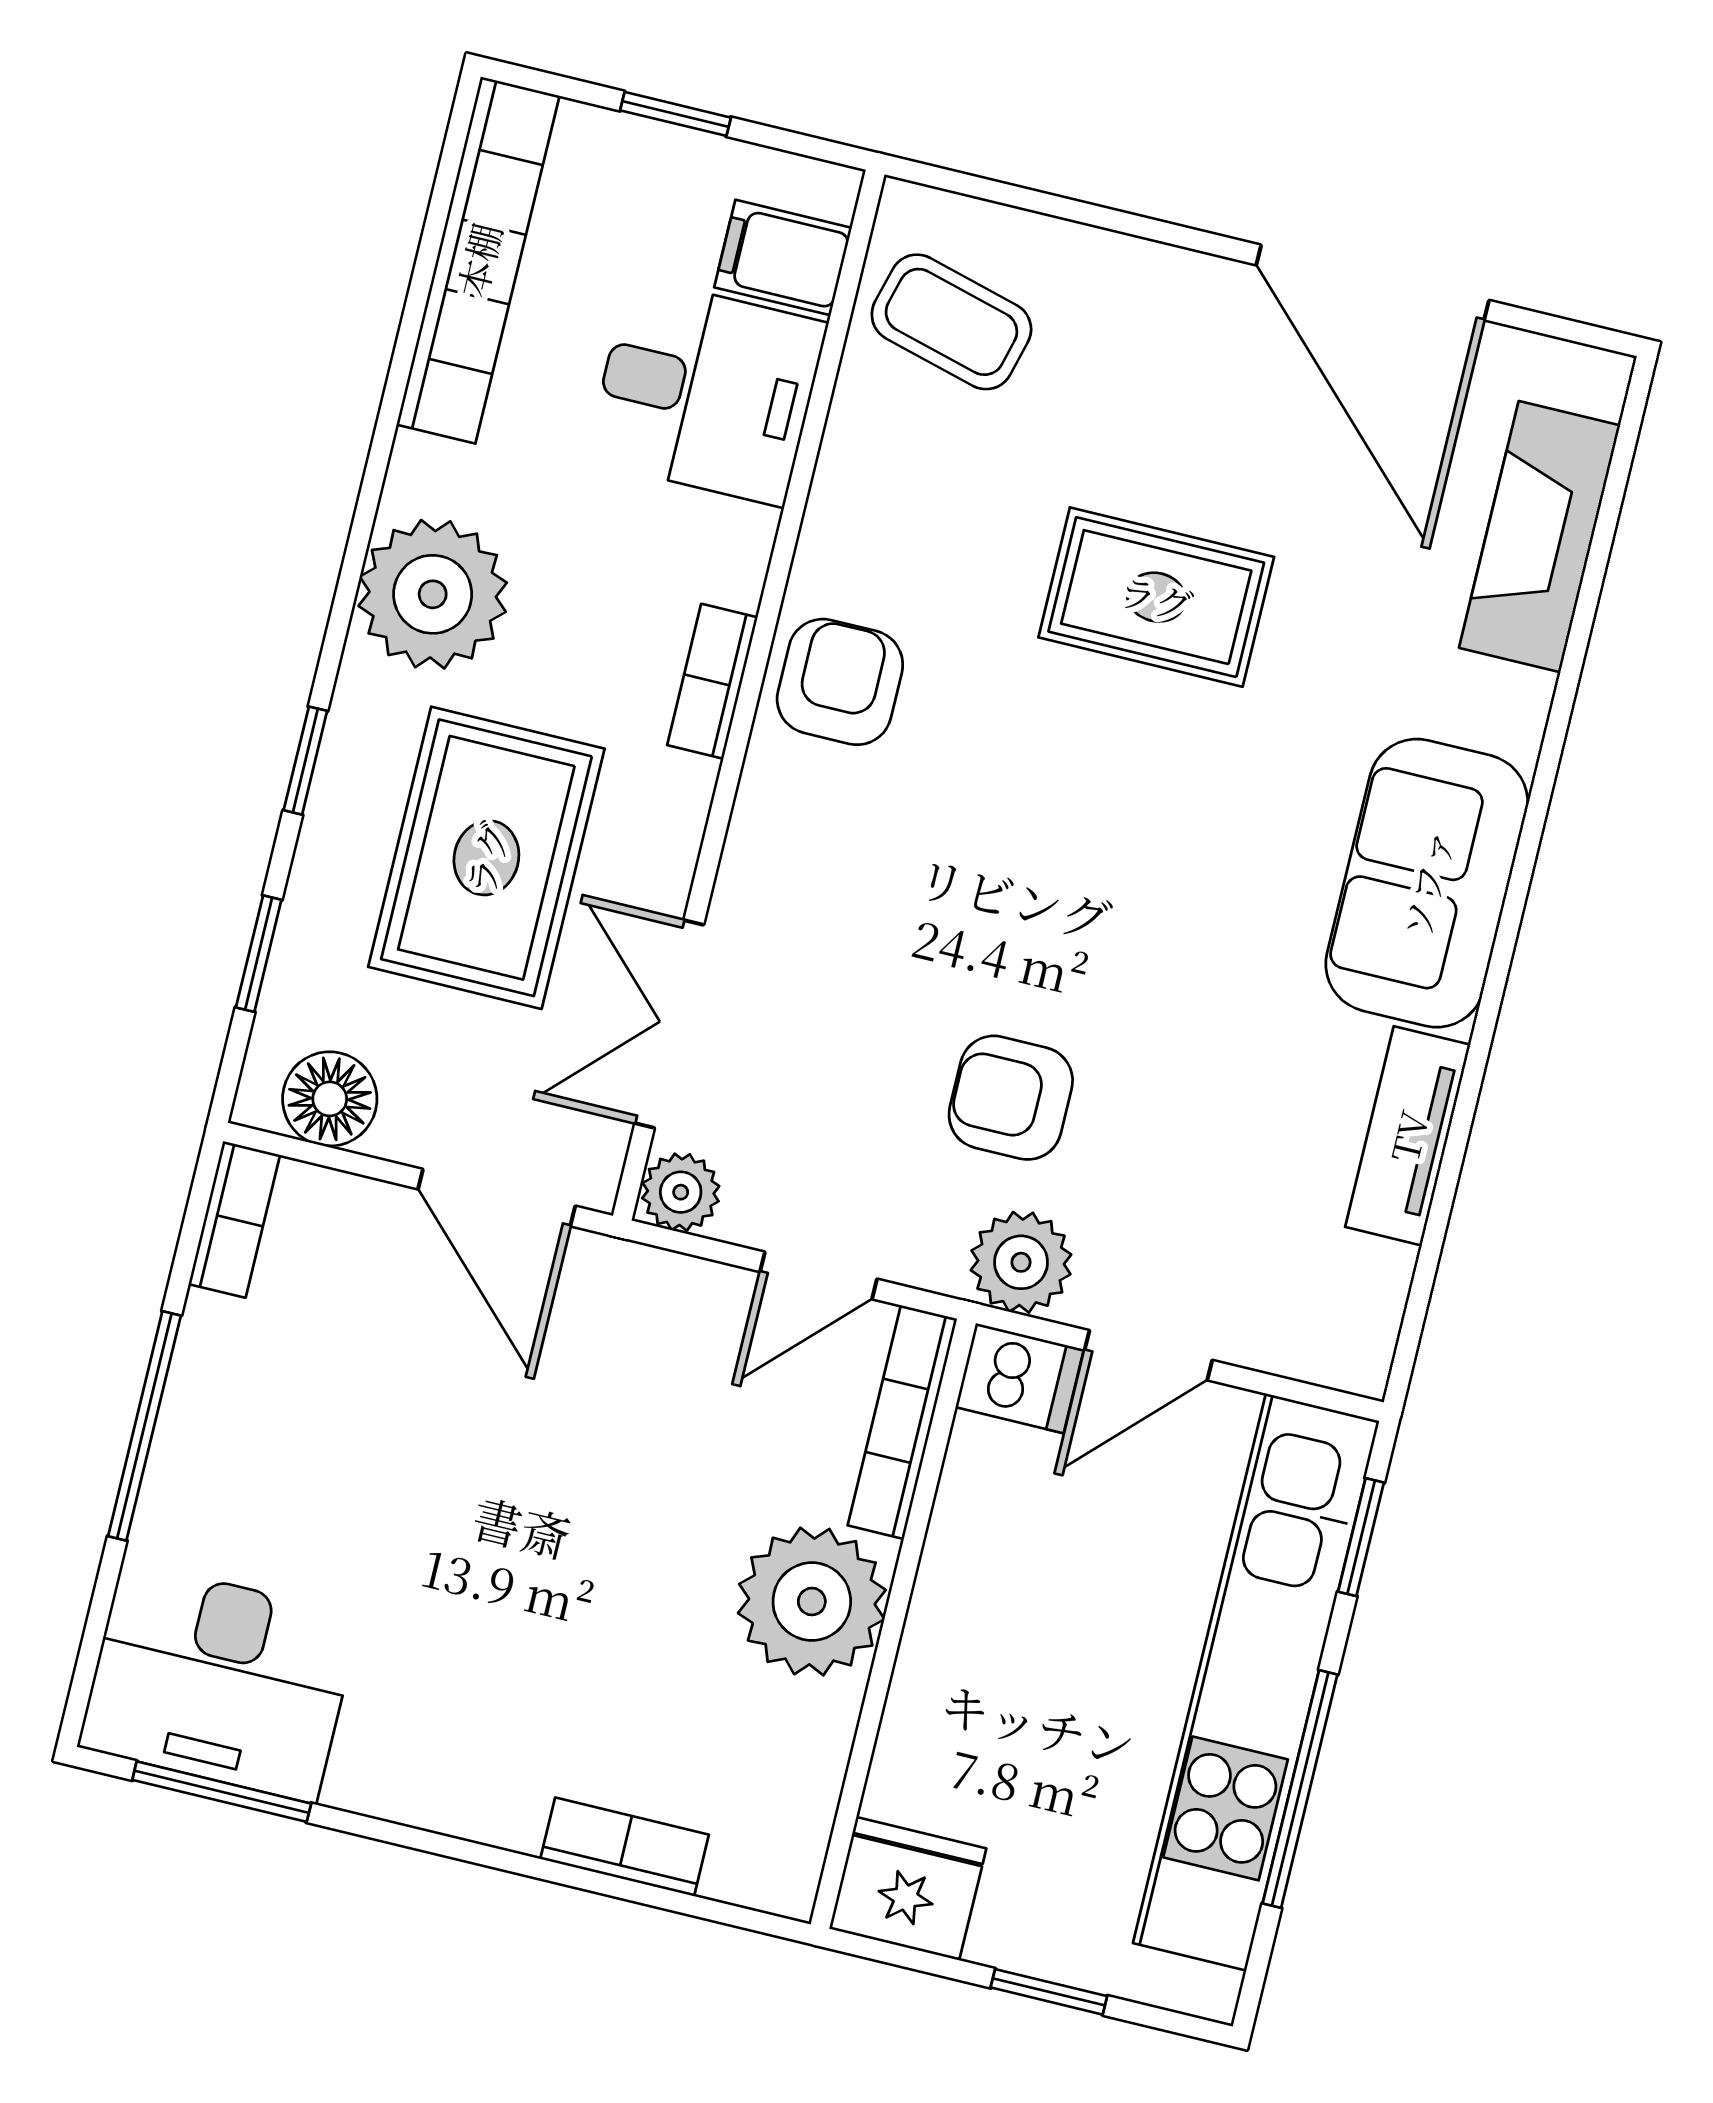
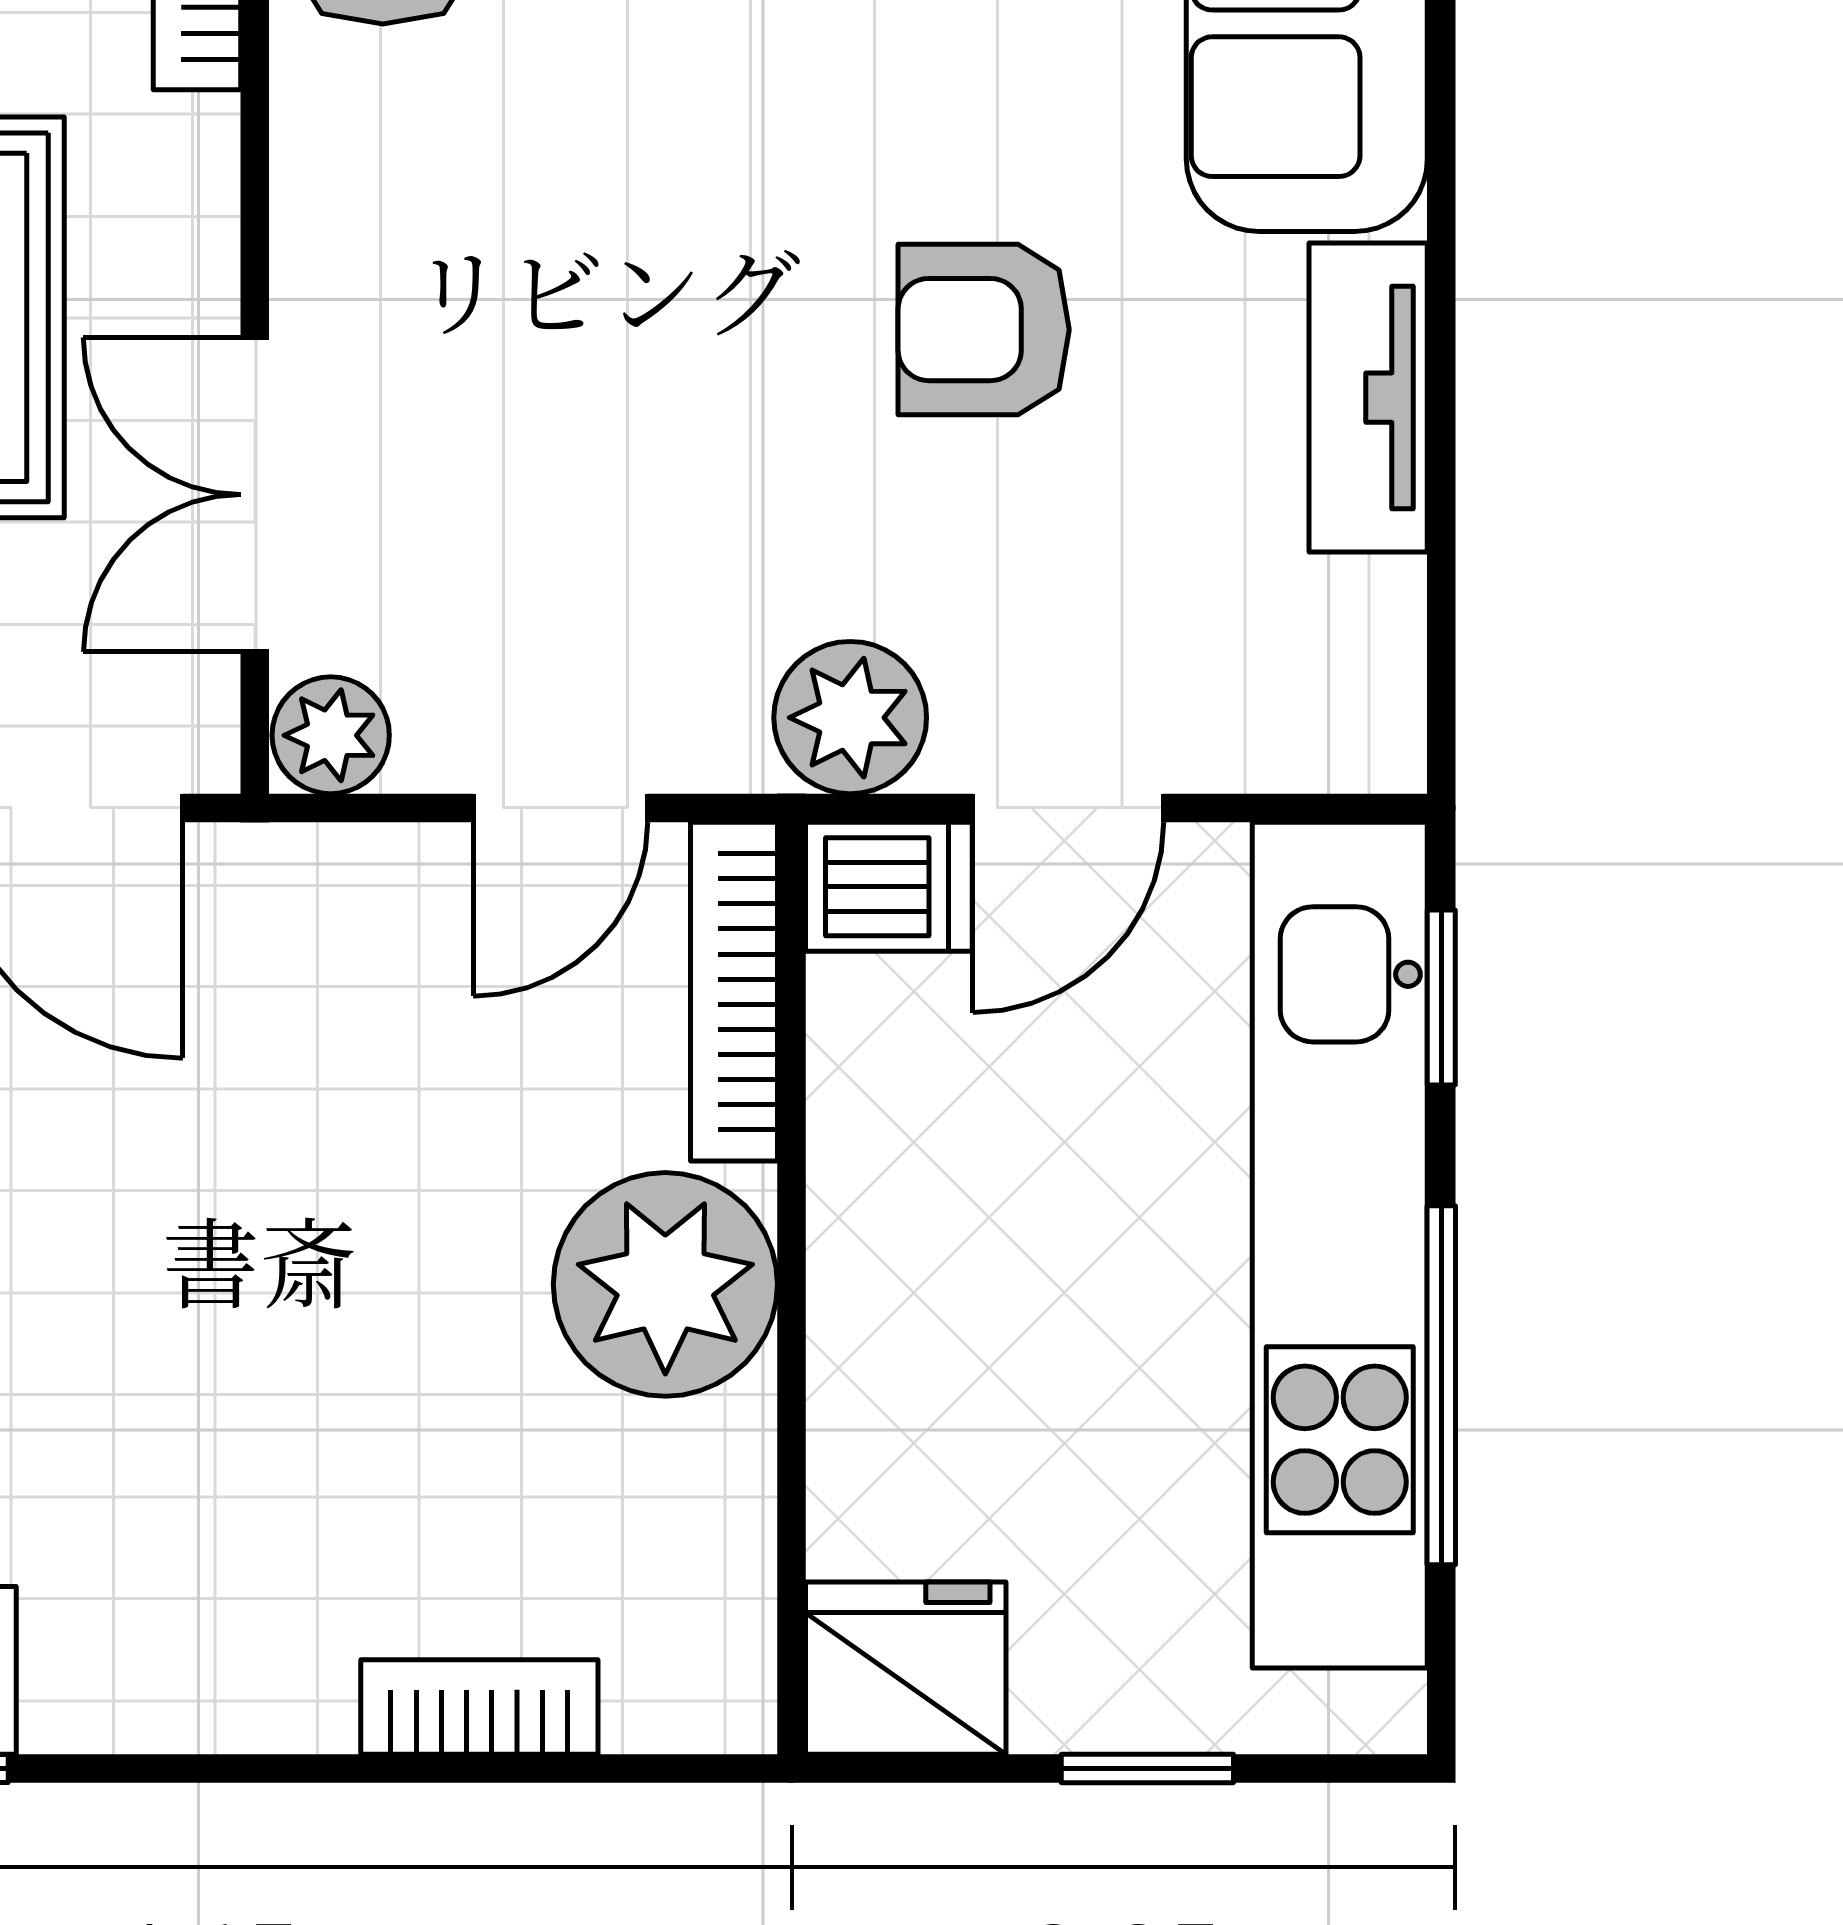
armchair: (1011, 1098) -> (984, 330), moved

